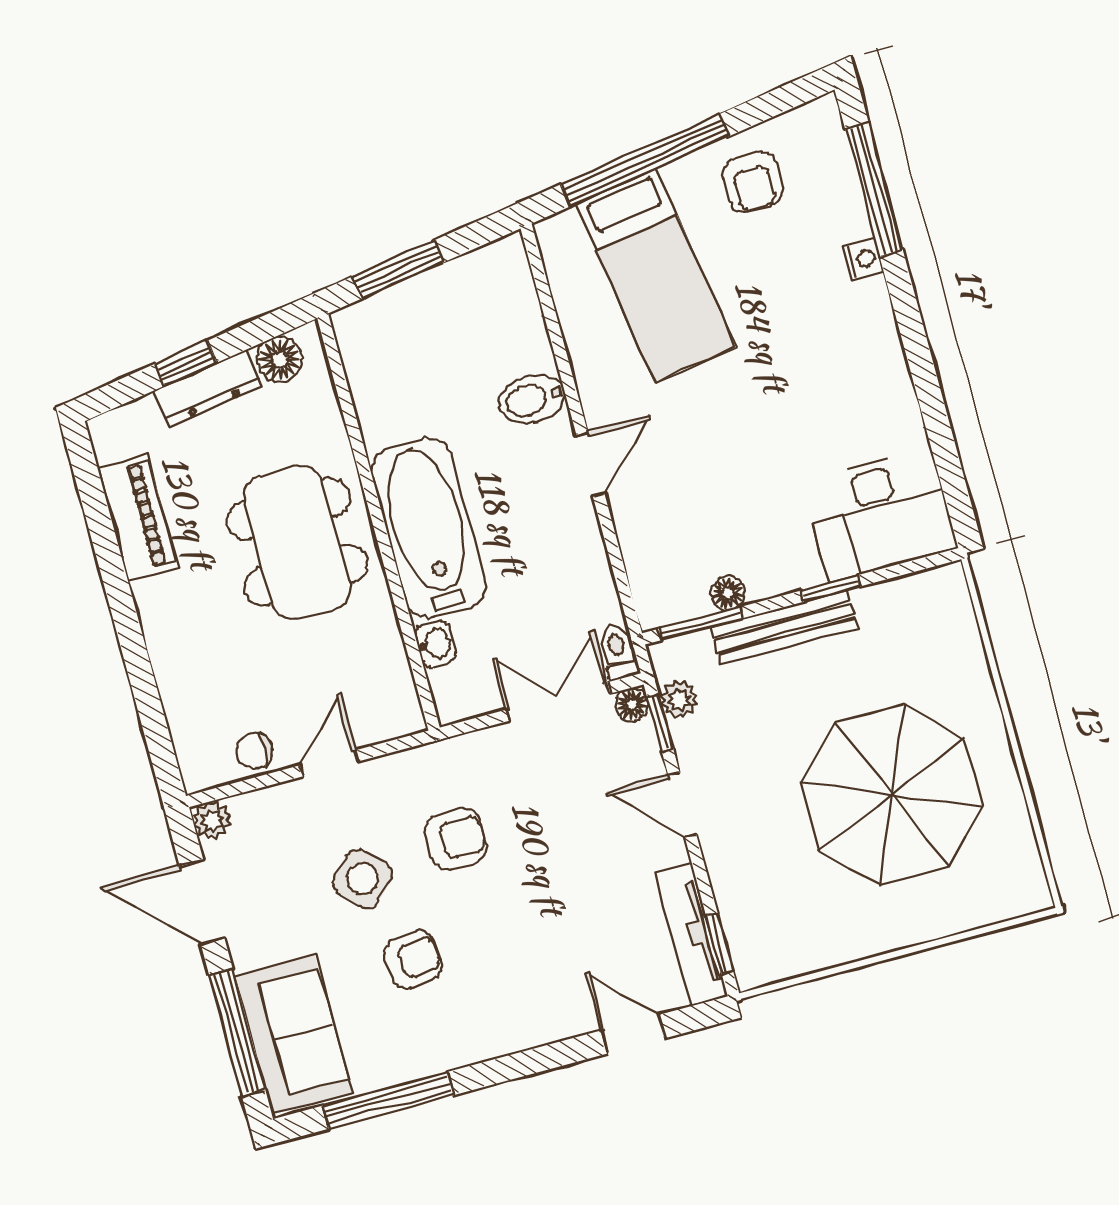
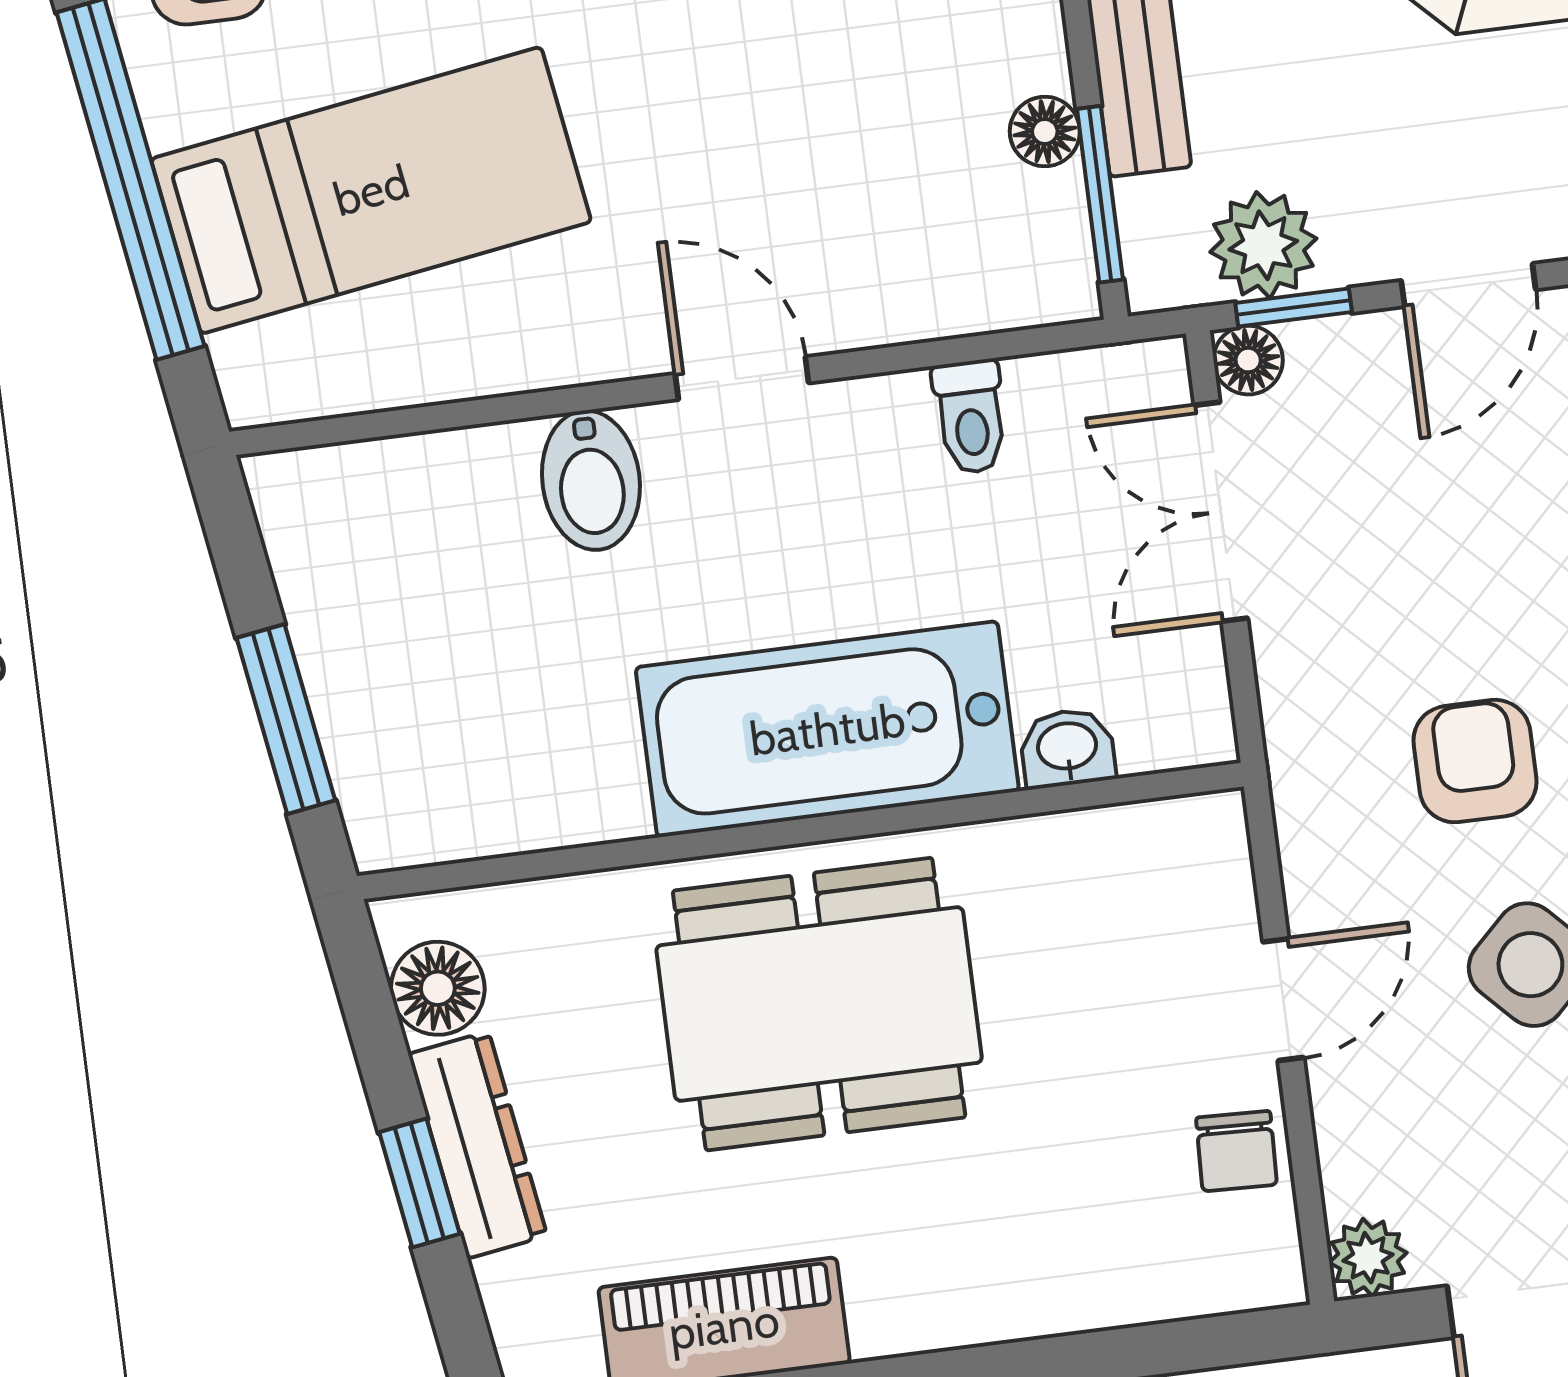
toilet: (618, 652) -> (970, 417), moved, turned -90
plant: (679, 699) -> (1263, 245), width x1.38, depth x1.38
door: (329, 763) -> (1283, 1000), swing flipped

